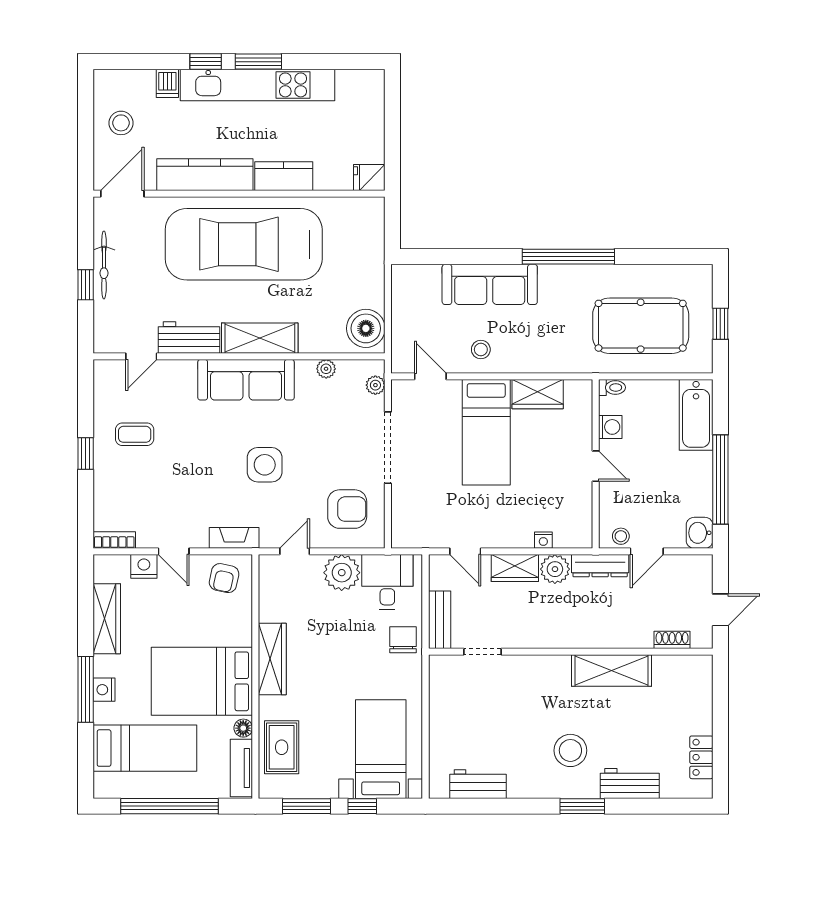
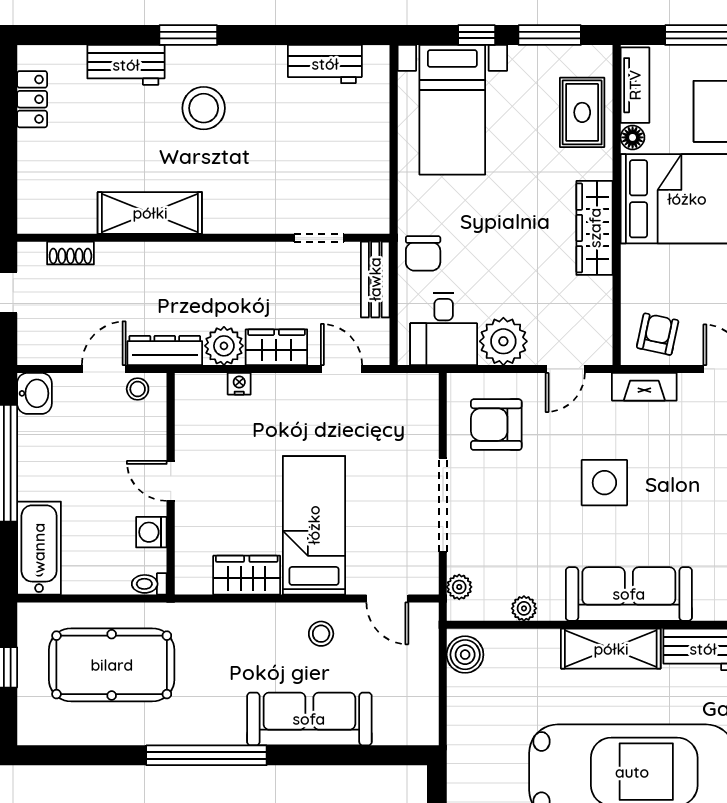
boiler: (366, 328) -> (465, 655), width x0.73, depth x0.73

